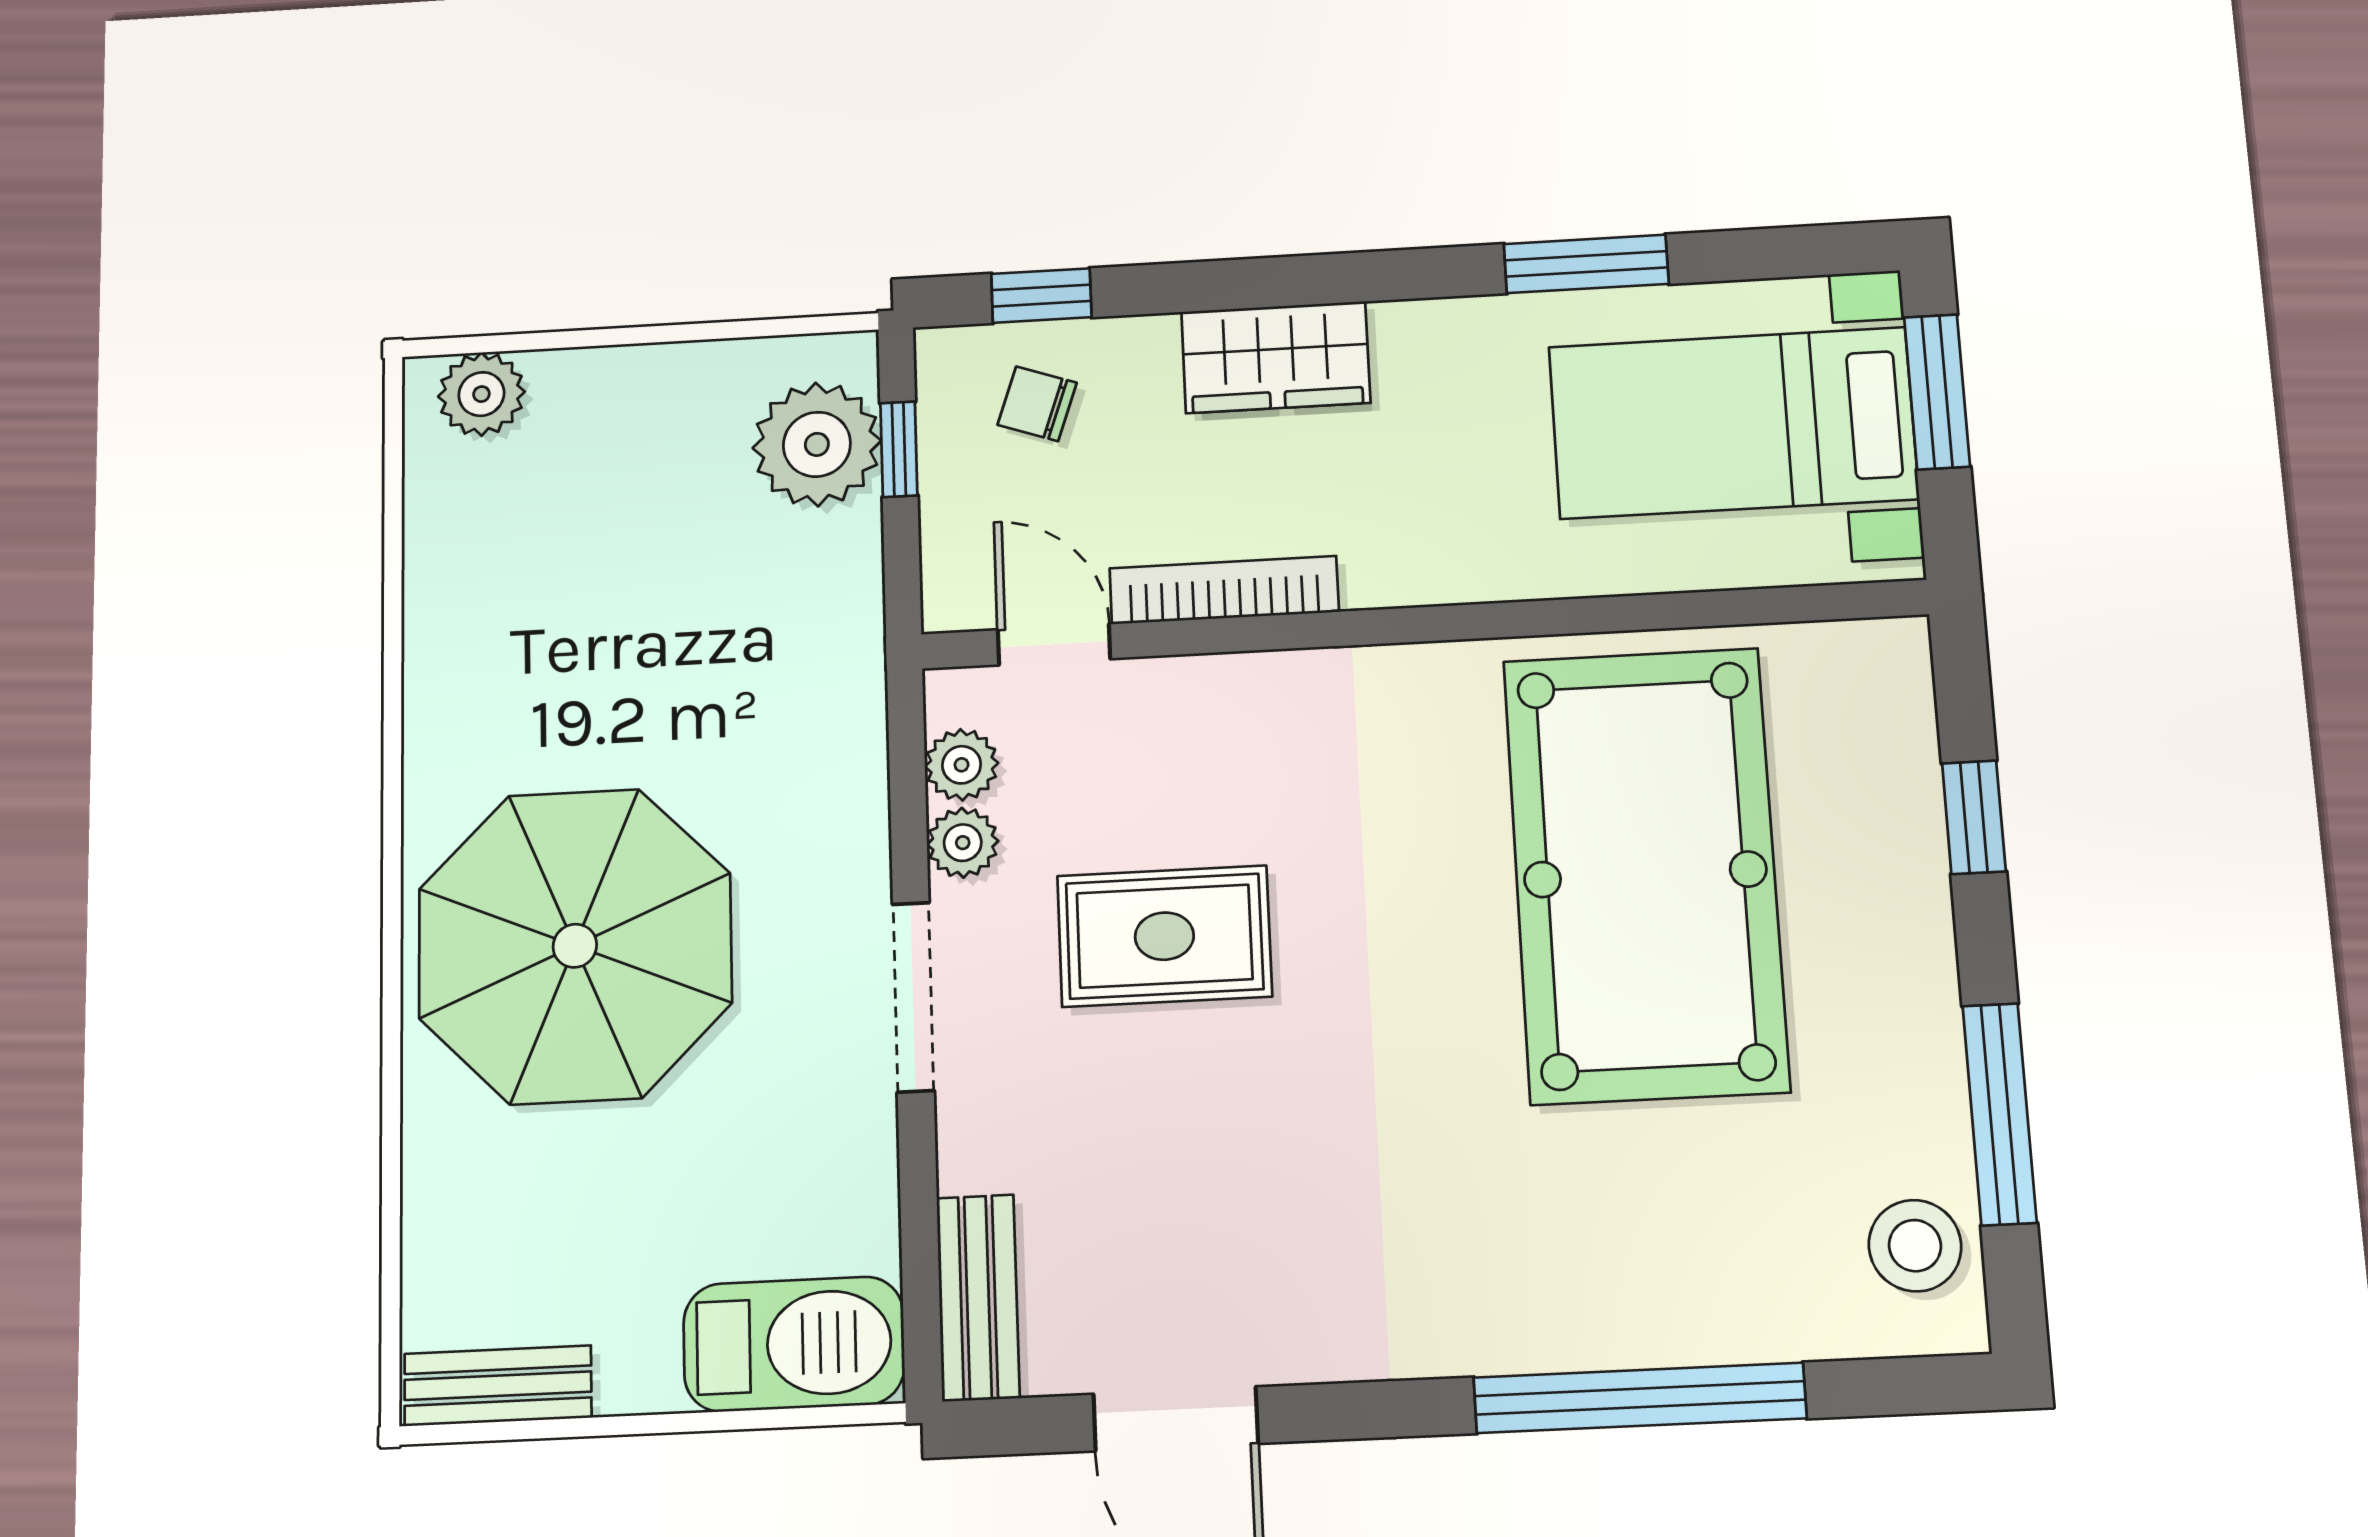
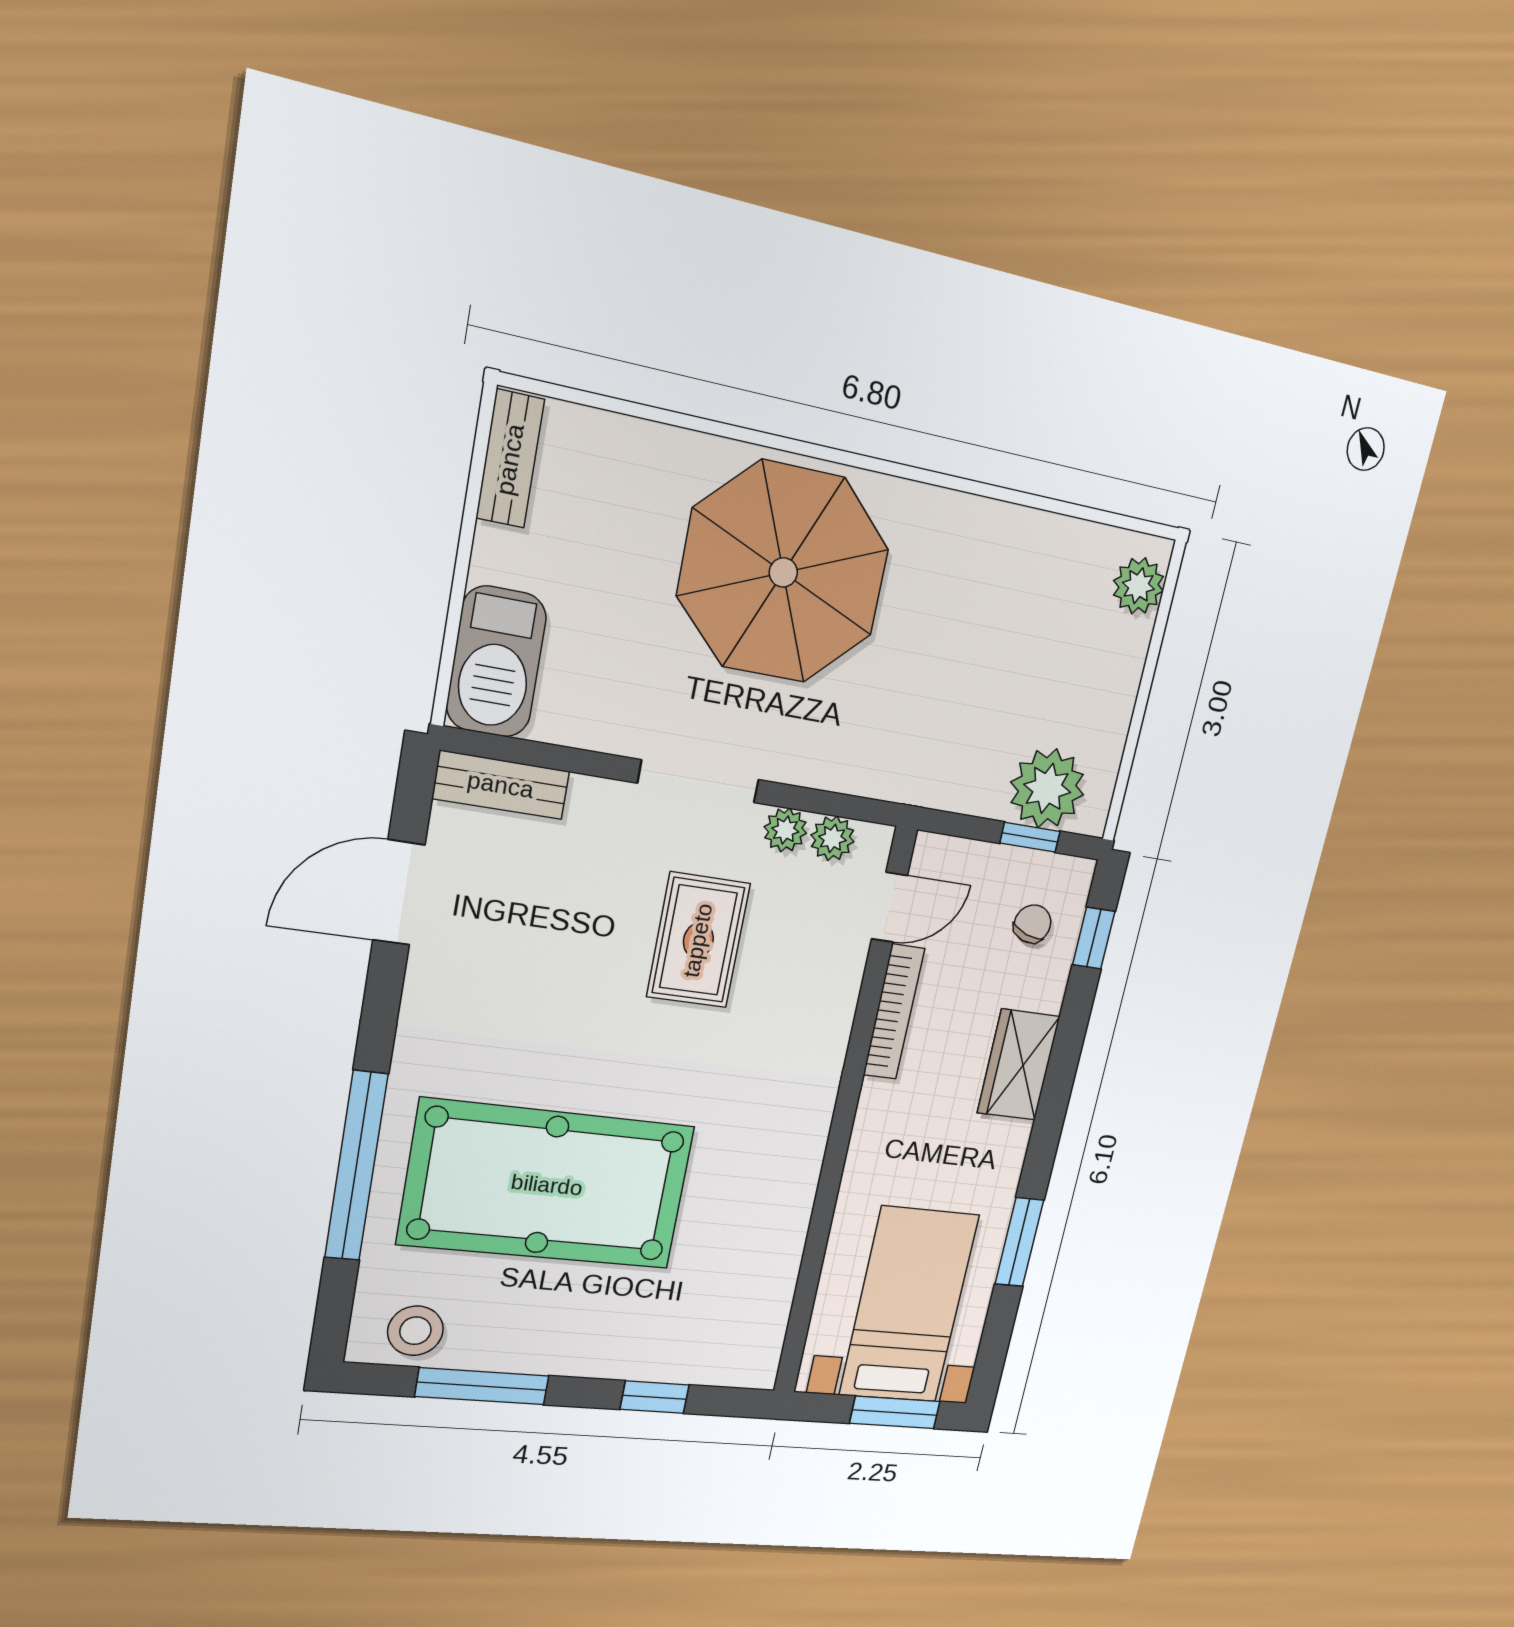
pool table: (1645, 874) -> (547, 1185), moved

